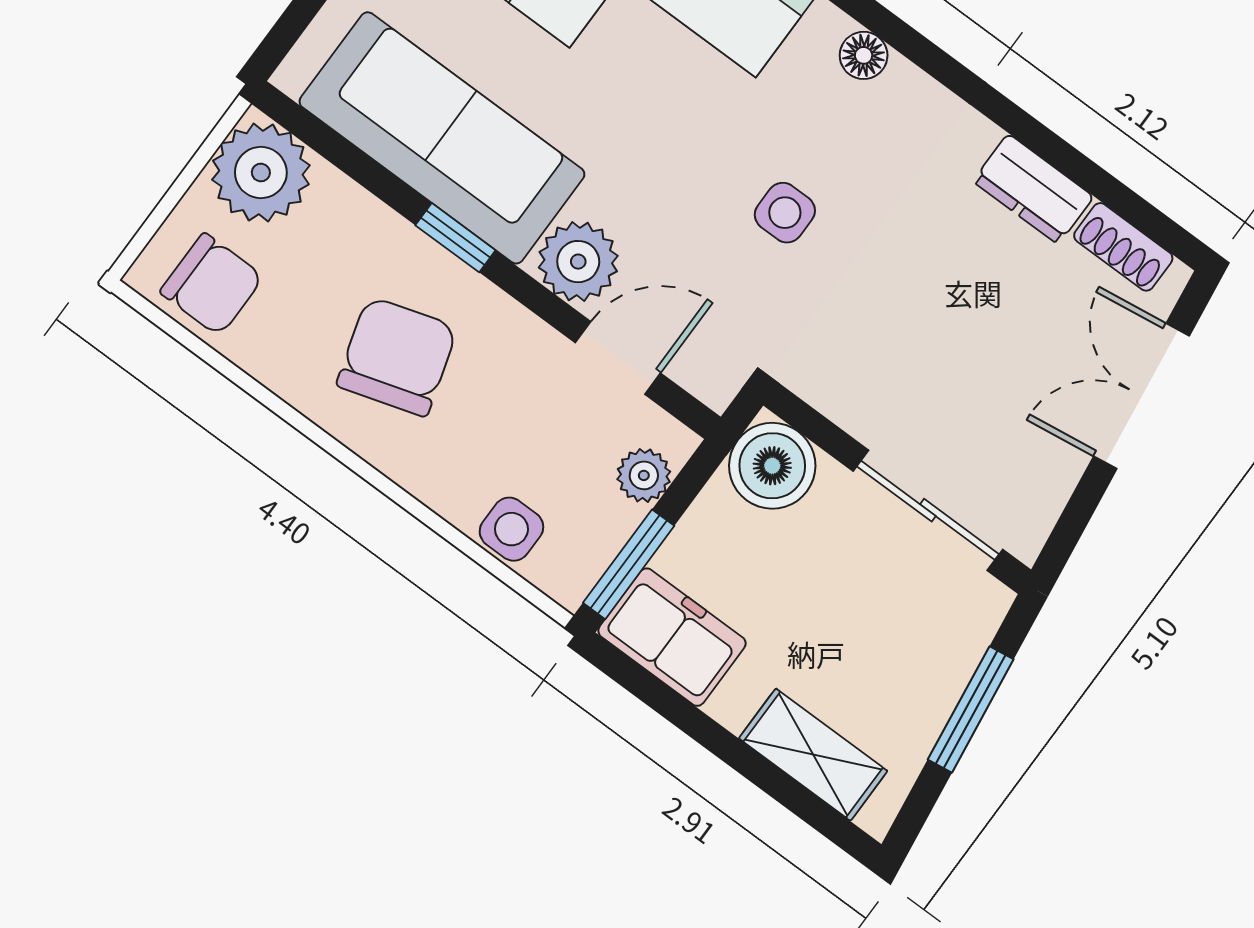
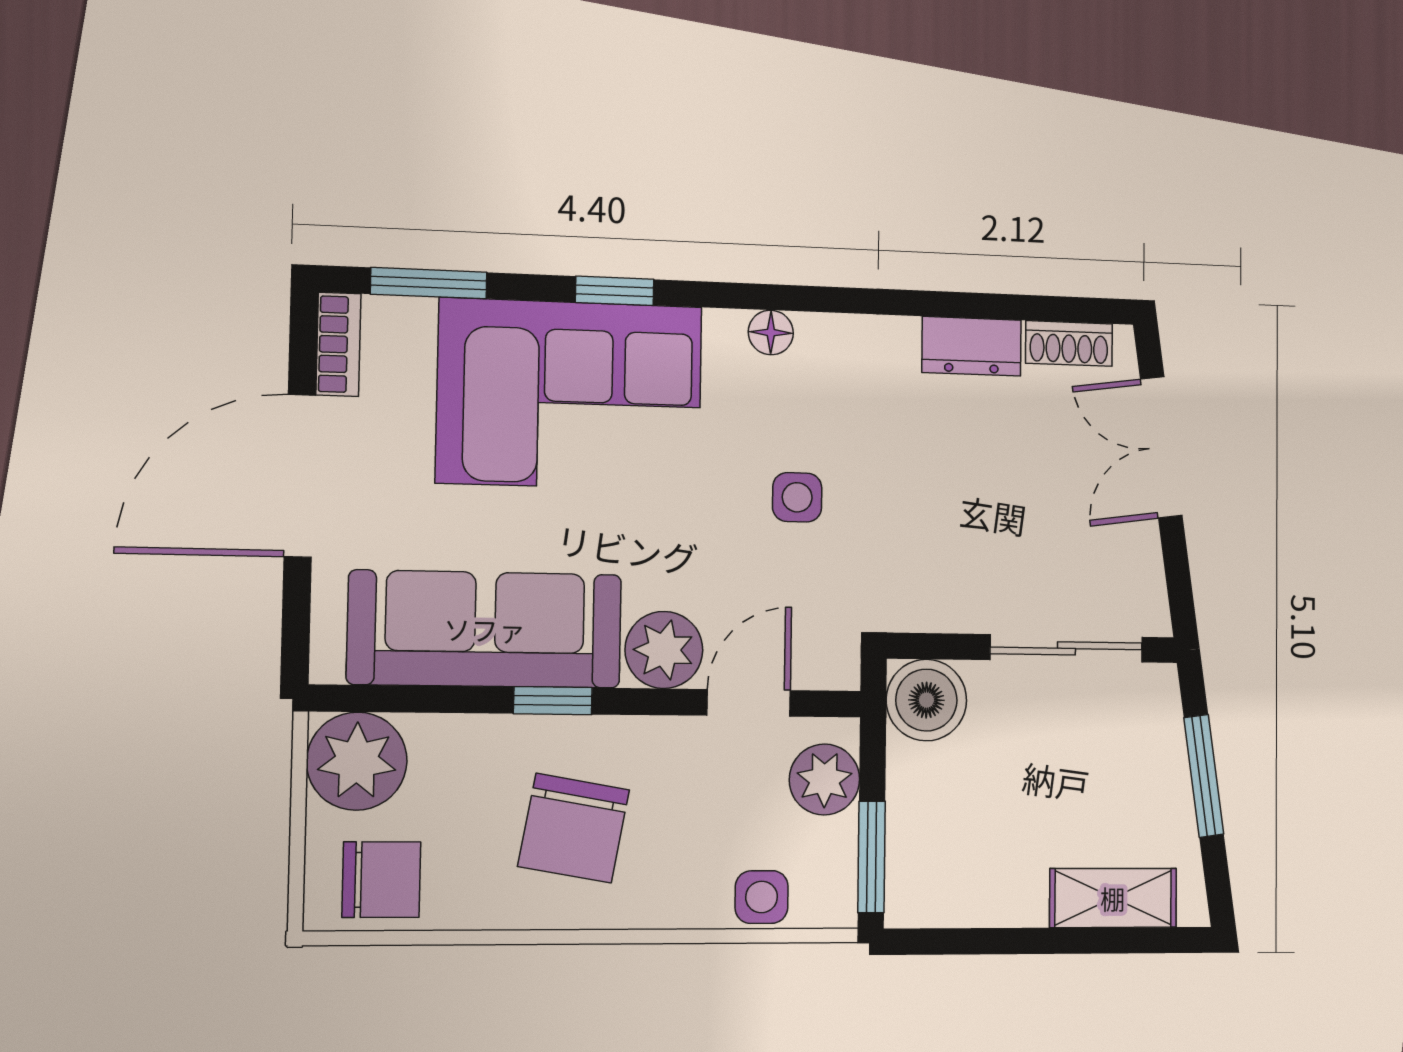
chair: (397, 356) -> (574, 828), turned -153
plant: (644, 475) -> (824, 779), width x1.38, depth x1.38
freezer: (672, 637) -> (944, 888), removed

